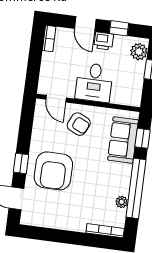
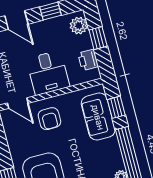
printer: (104, 41) -> (88, 60), moved, turned 90
armchair: (79, 124) -> (49, 119), turned 65

